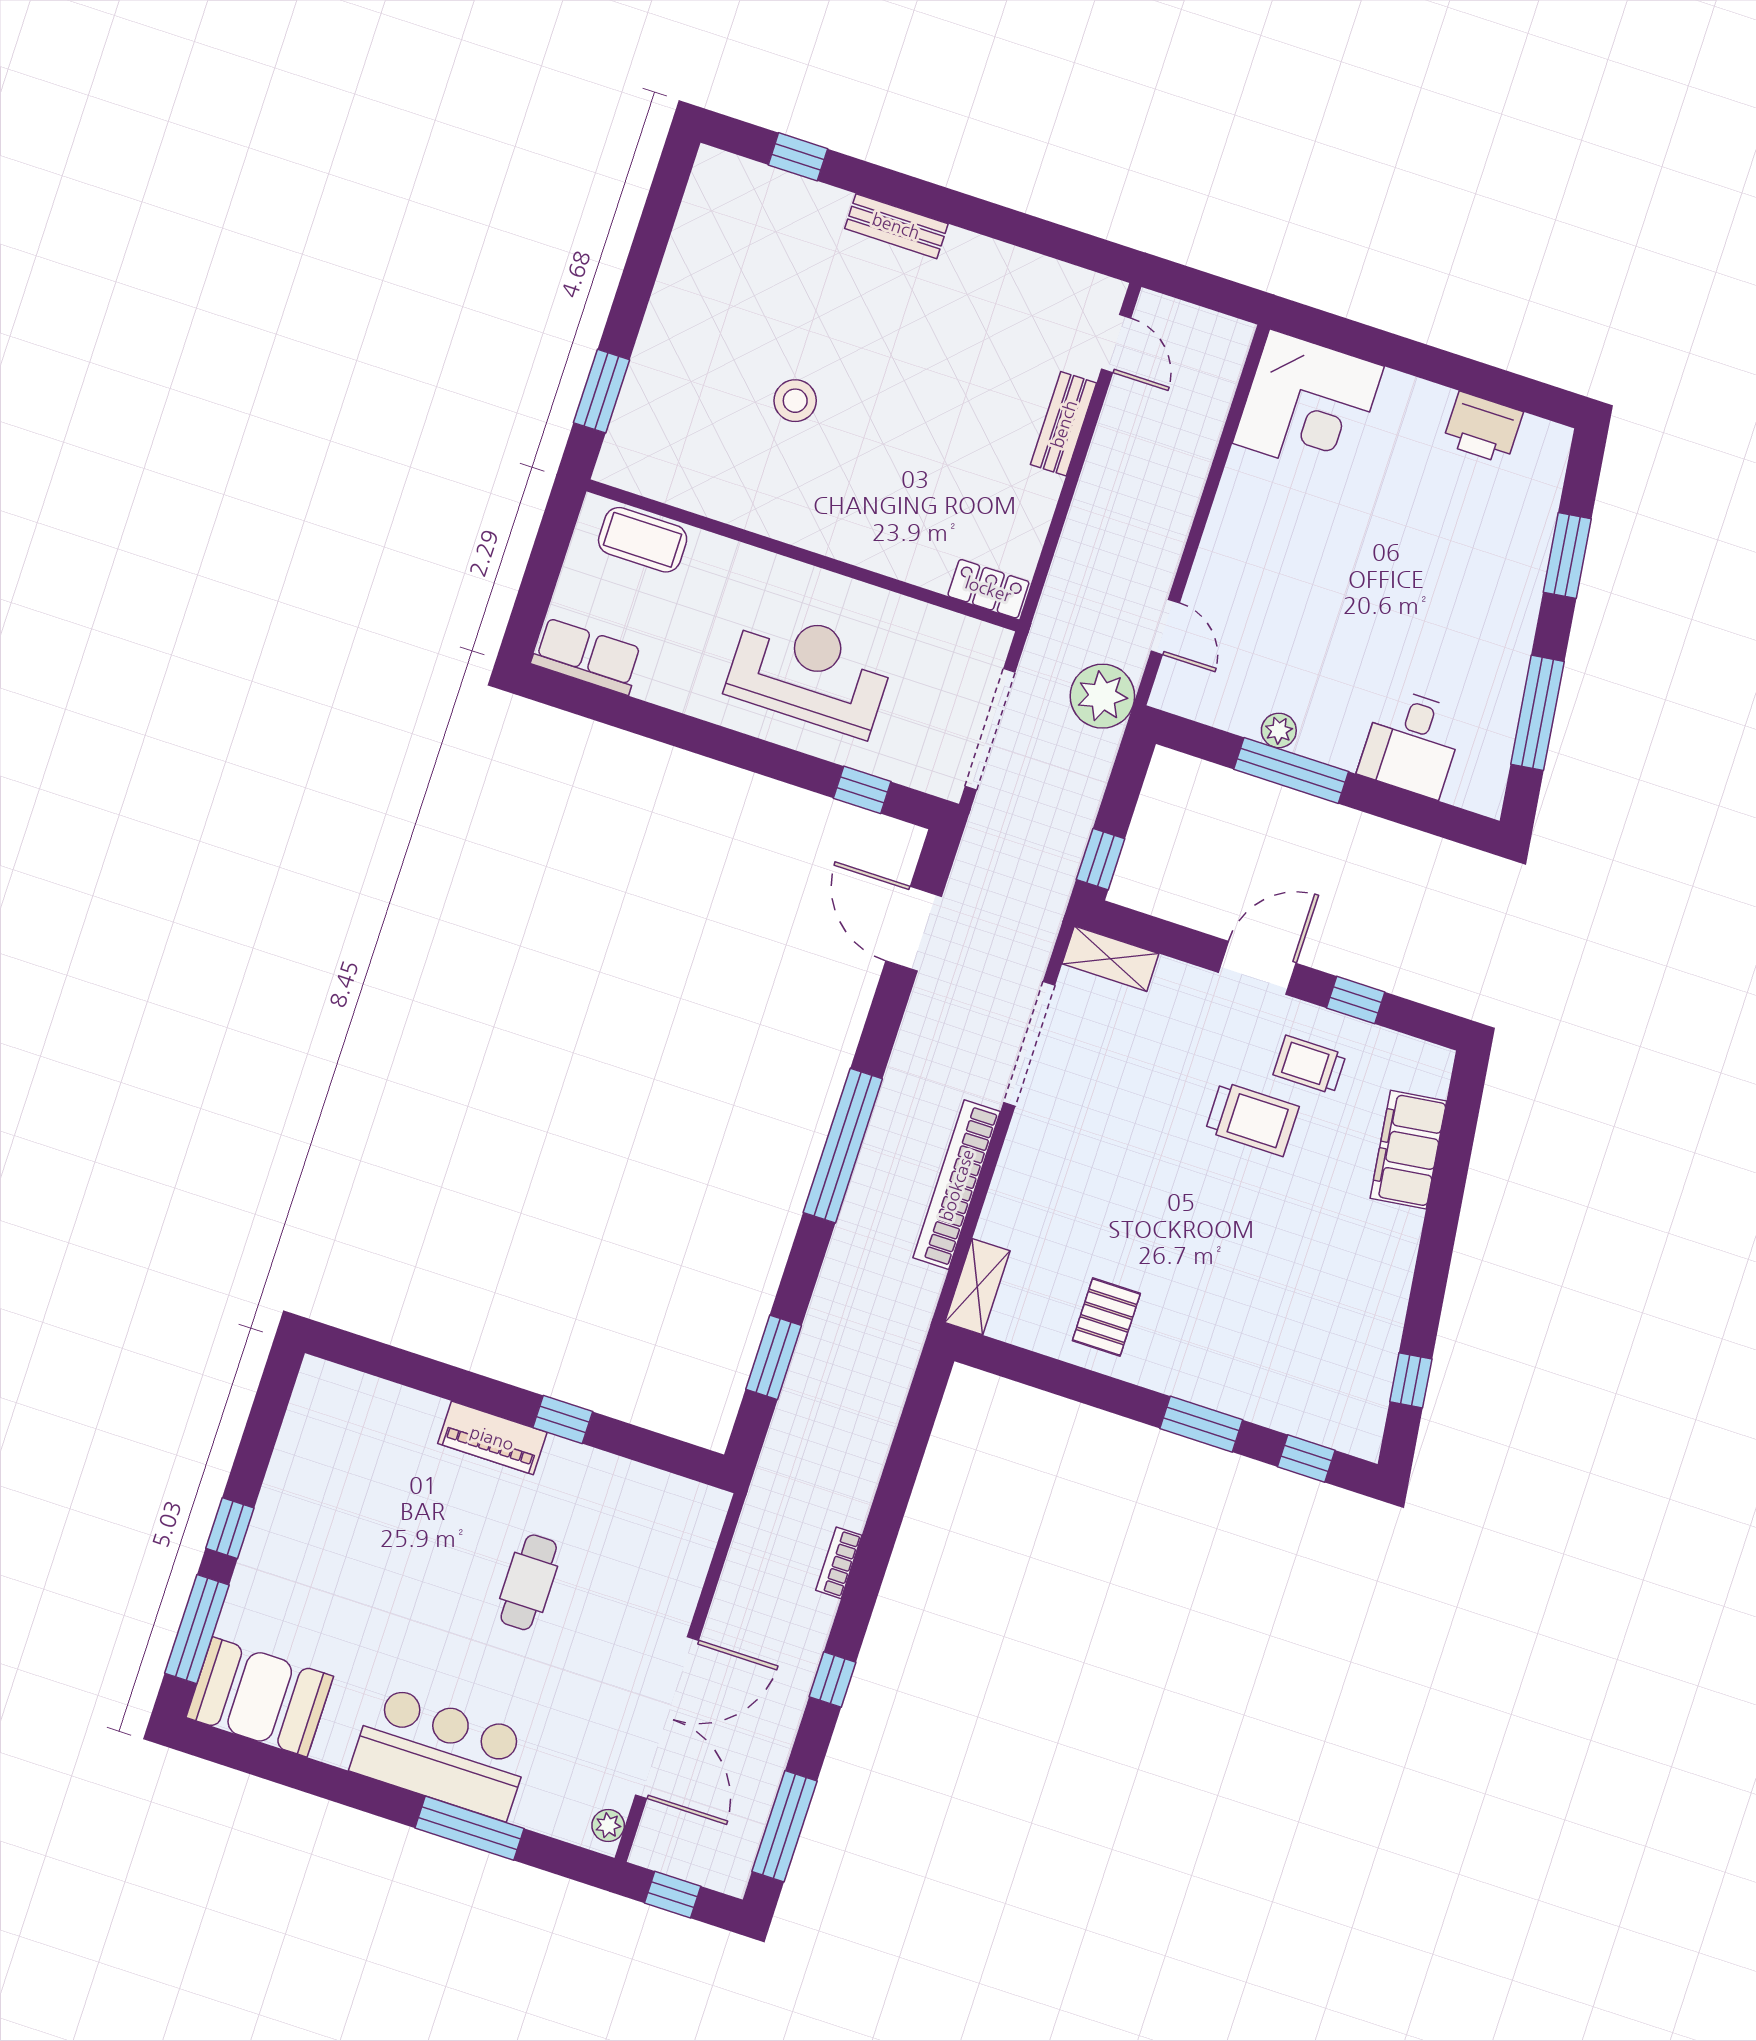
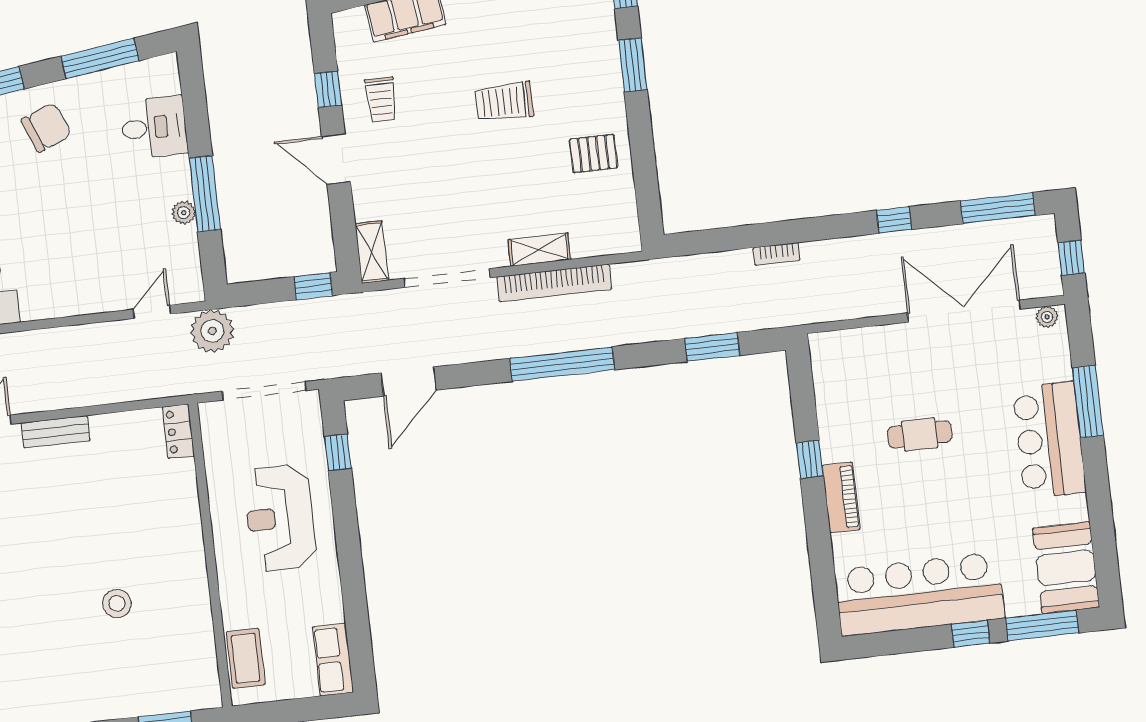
chair: (1478, 598) -> (46, 127), added
trolley: (1252, 1119) -> (504, 102), moved, turned -90
shelving: (977, 1287) -> (539, 250), moved
bar counter: (314, 1484) -> (920, 594), added
bookcase: (839, 1563) -> (777, 254), moved

